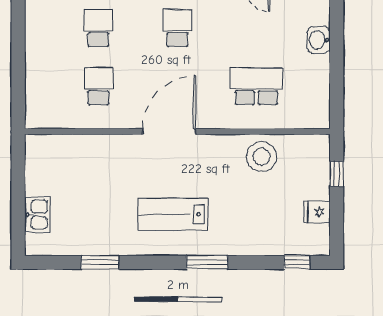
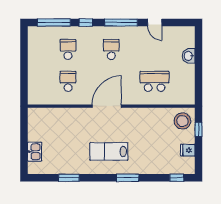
stool: (262, 157) -> (182, 121), moved

